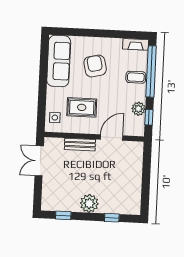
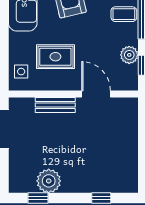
door: (112, 138) -> (96, 94), hinge flipped
plant: (89, 203) -> (49, 181), moved

